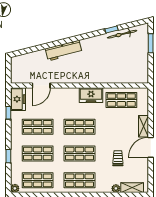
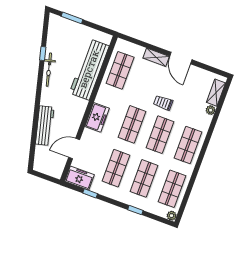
bicycle: (122, 34) -> (49, 70), moved
workbench: (64, 51) -> (45, 126), moved
workbench: (112, 74) -> (89, 69), added
door: (41, 85) -> (74, 149), swing flipped
freezer: (91, 95) -> (97, 117), moved
trolley: (118, 158) -> (163, 103), moved

